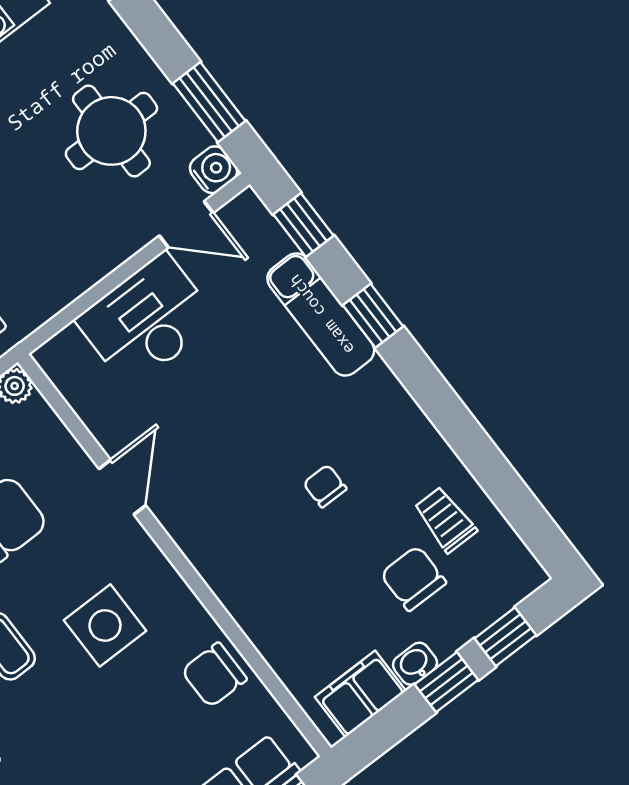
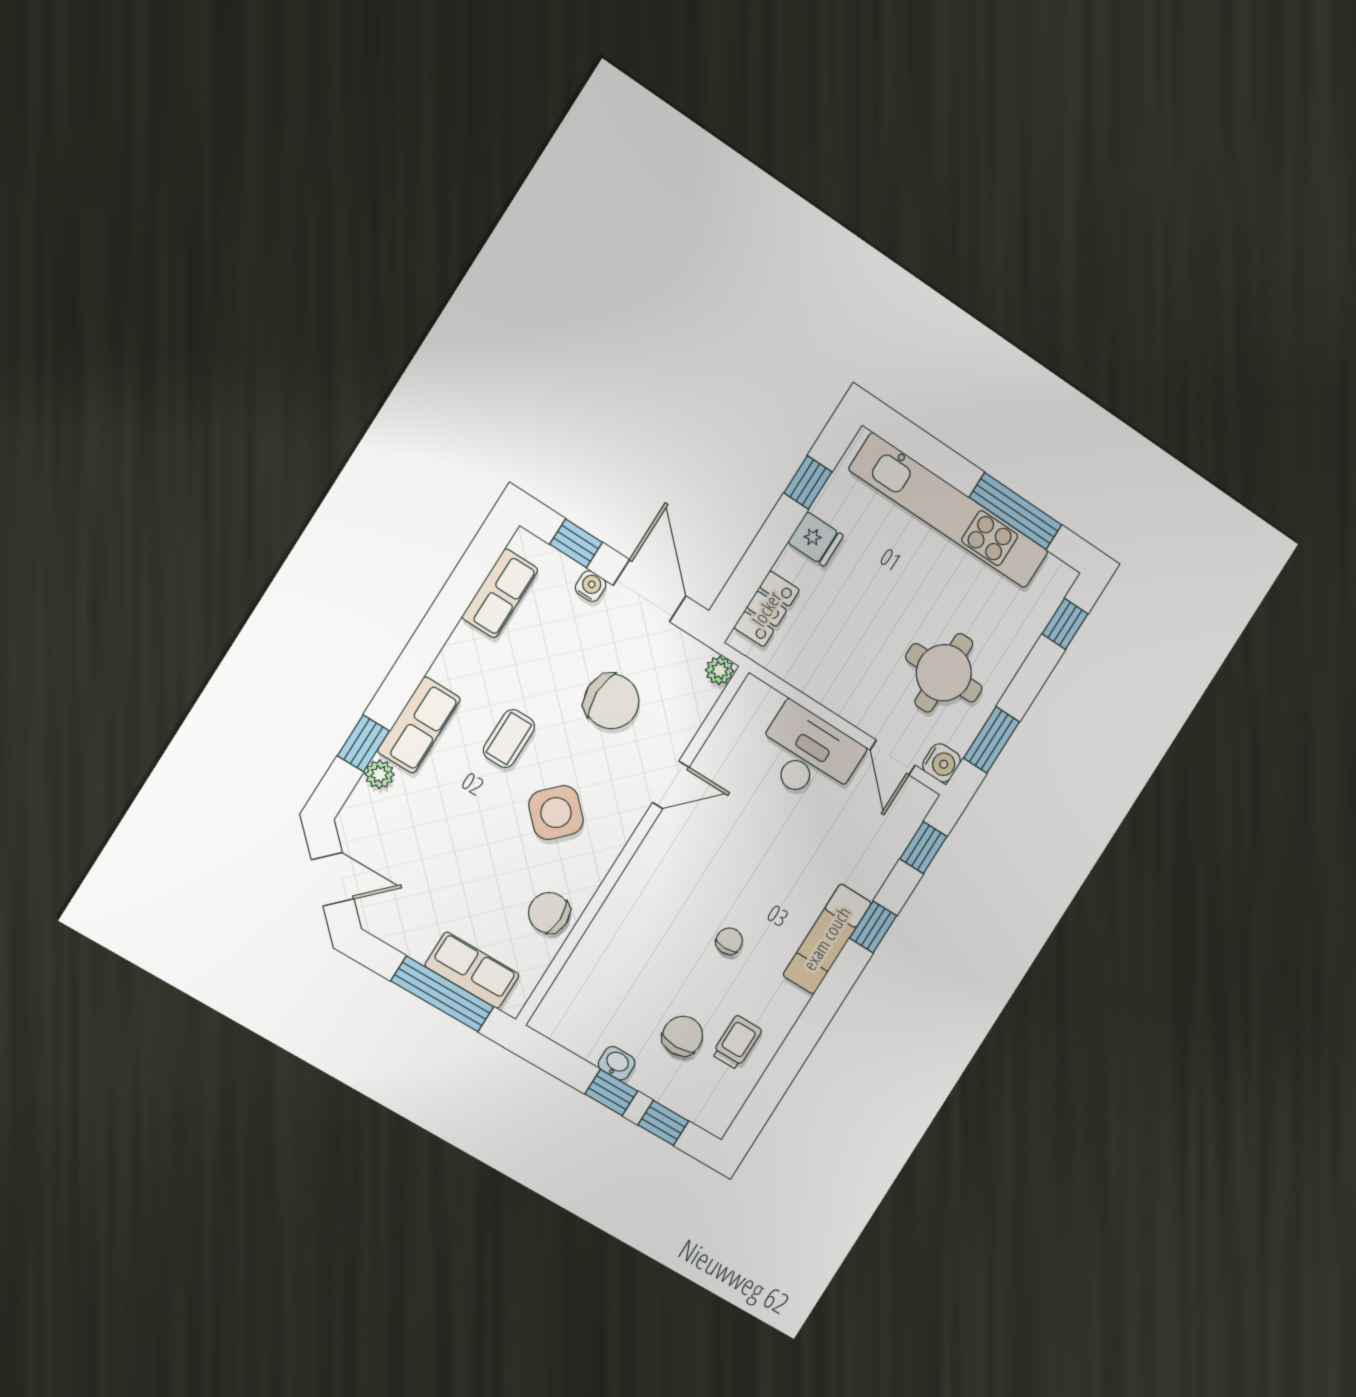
exam couch: (321, 315) -> (827, 939), moved
side table: (105, 625) -> (556, 813), turned 45
filing cabinet: (360, 694) -> (577, 1031), removed

